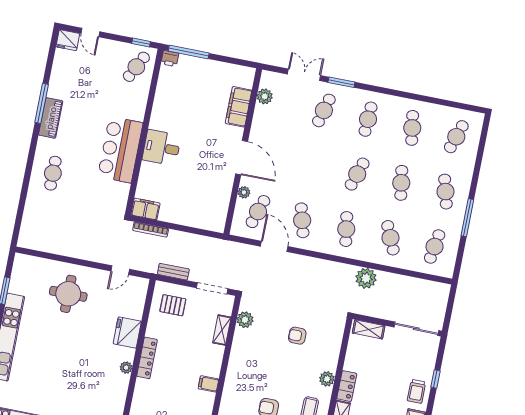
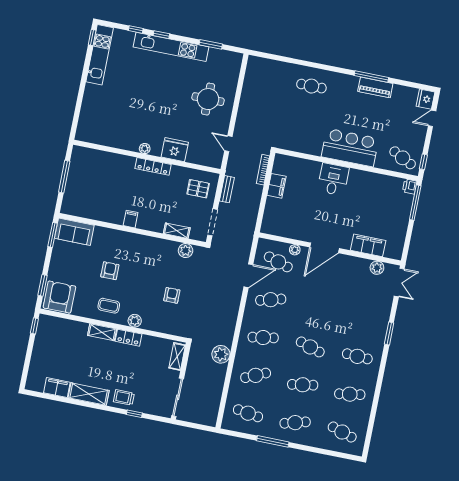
double door: (304, 75) -> (399, 283), moved
cafe table: (324, 110) -> (365, 319), removed
piano: (51, 118) -> (375, 87), moved
bar counter: (120, 150) -> (350, 148), moved
filing cabinet: (145, 209) -> (277, 186), moved
pallet: (173, 305) -> (198, 189), turned 90

